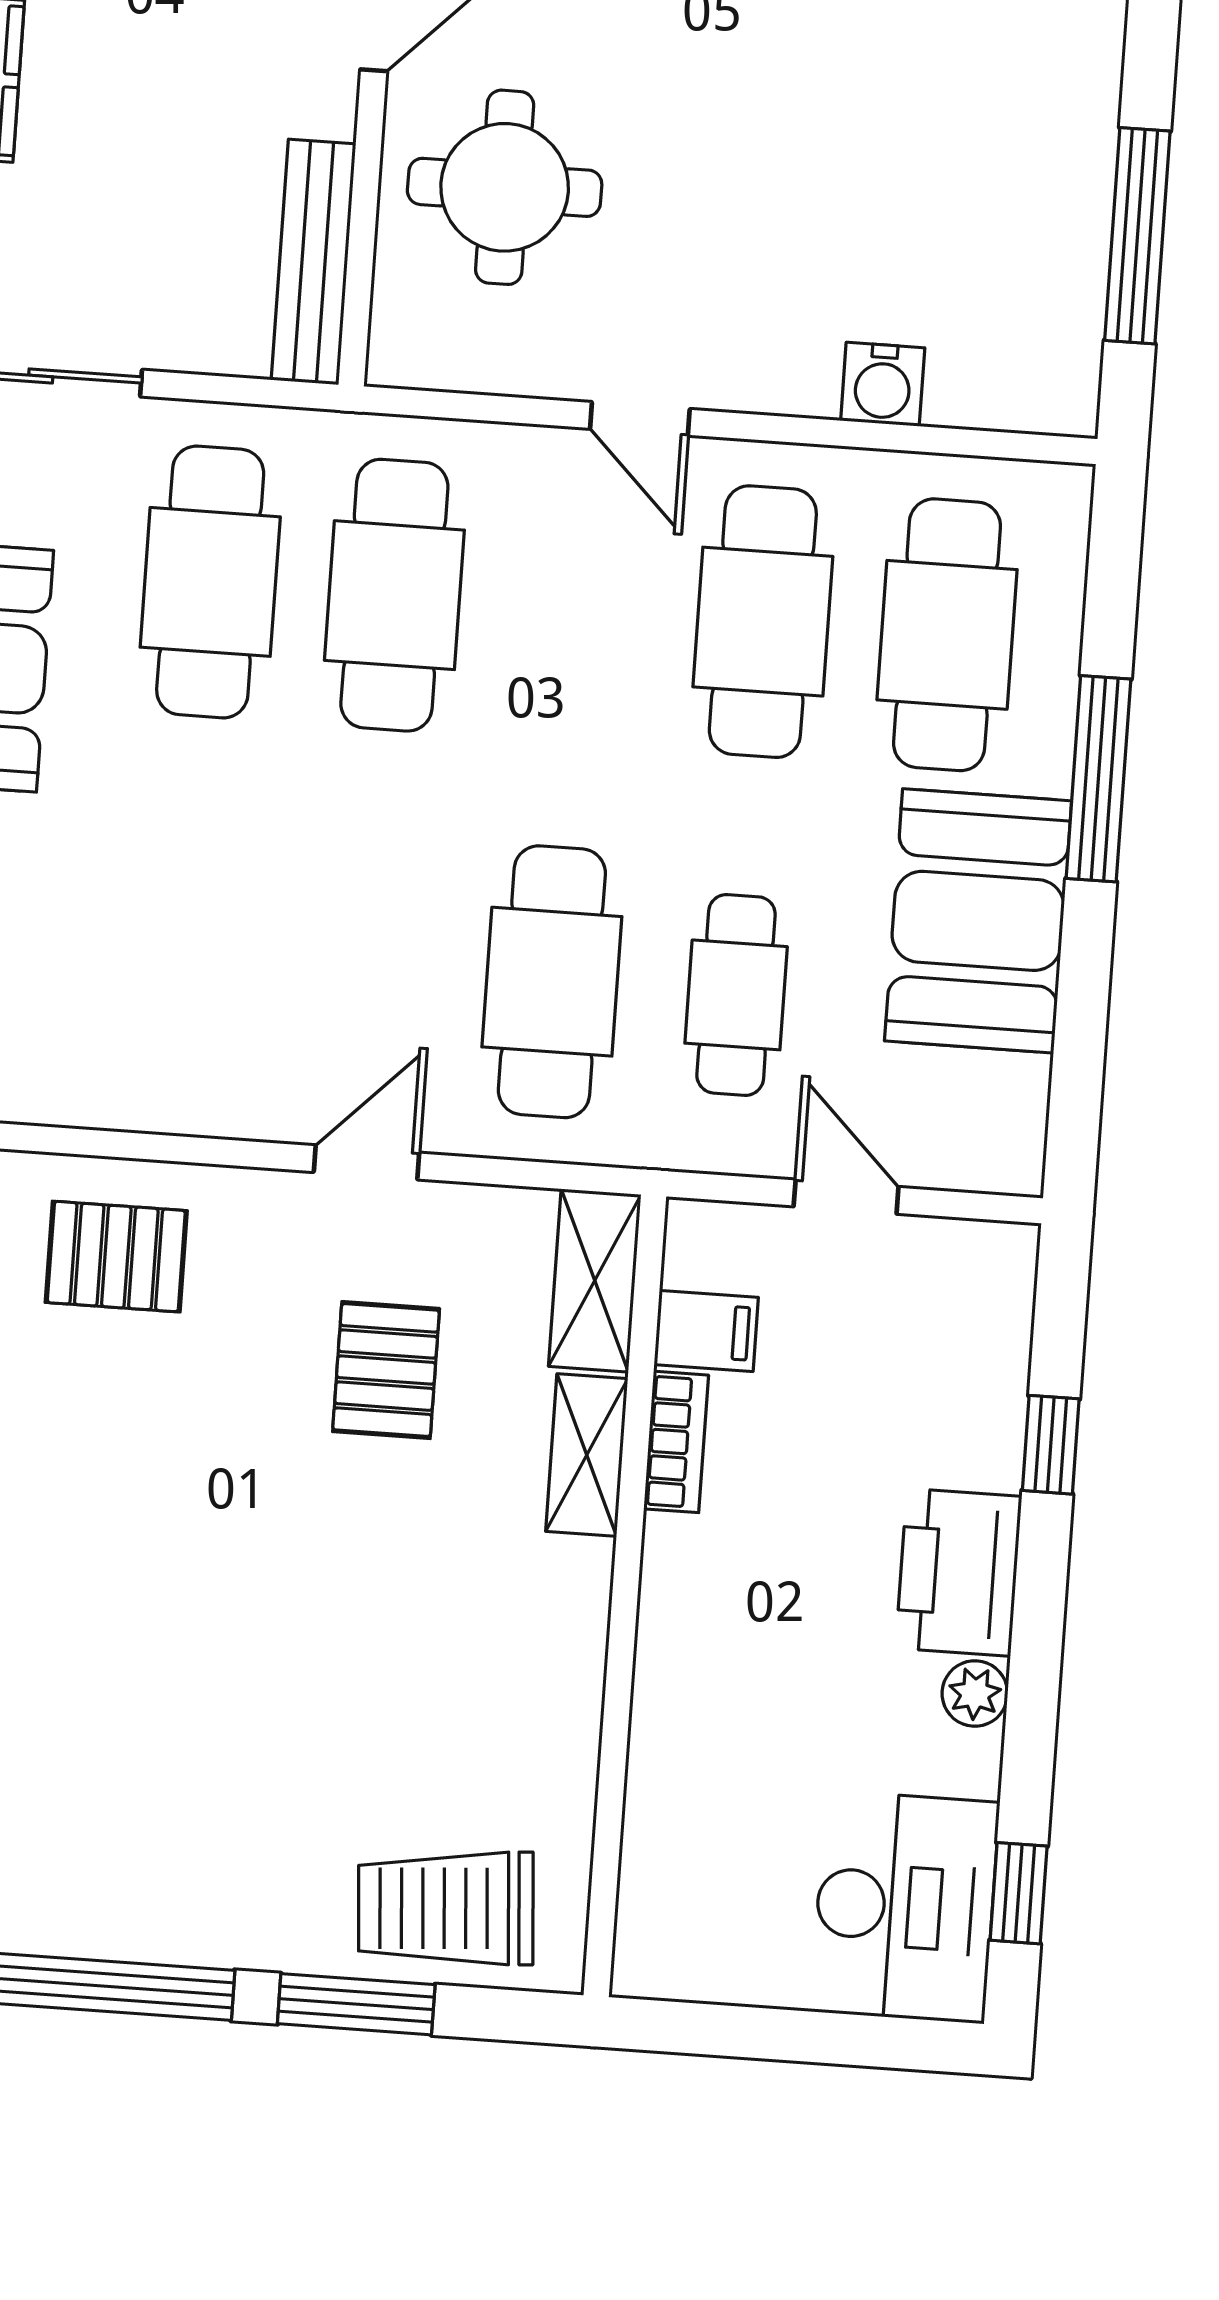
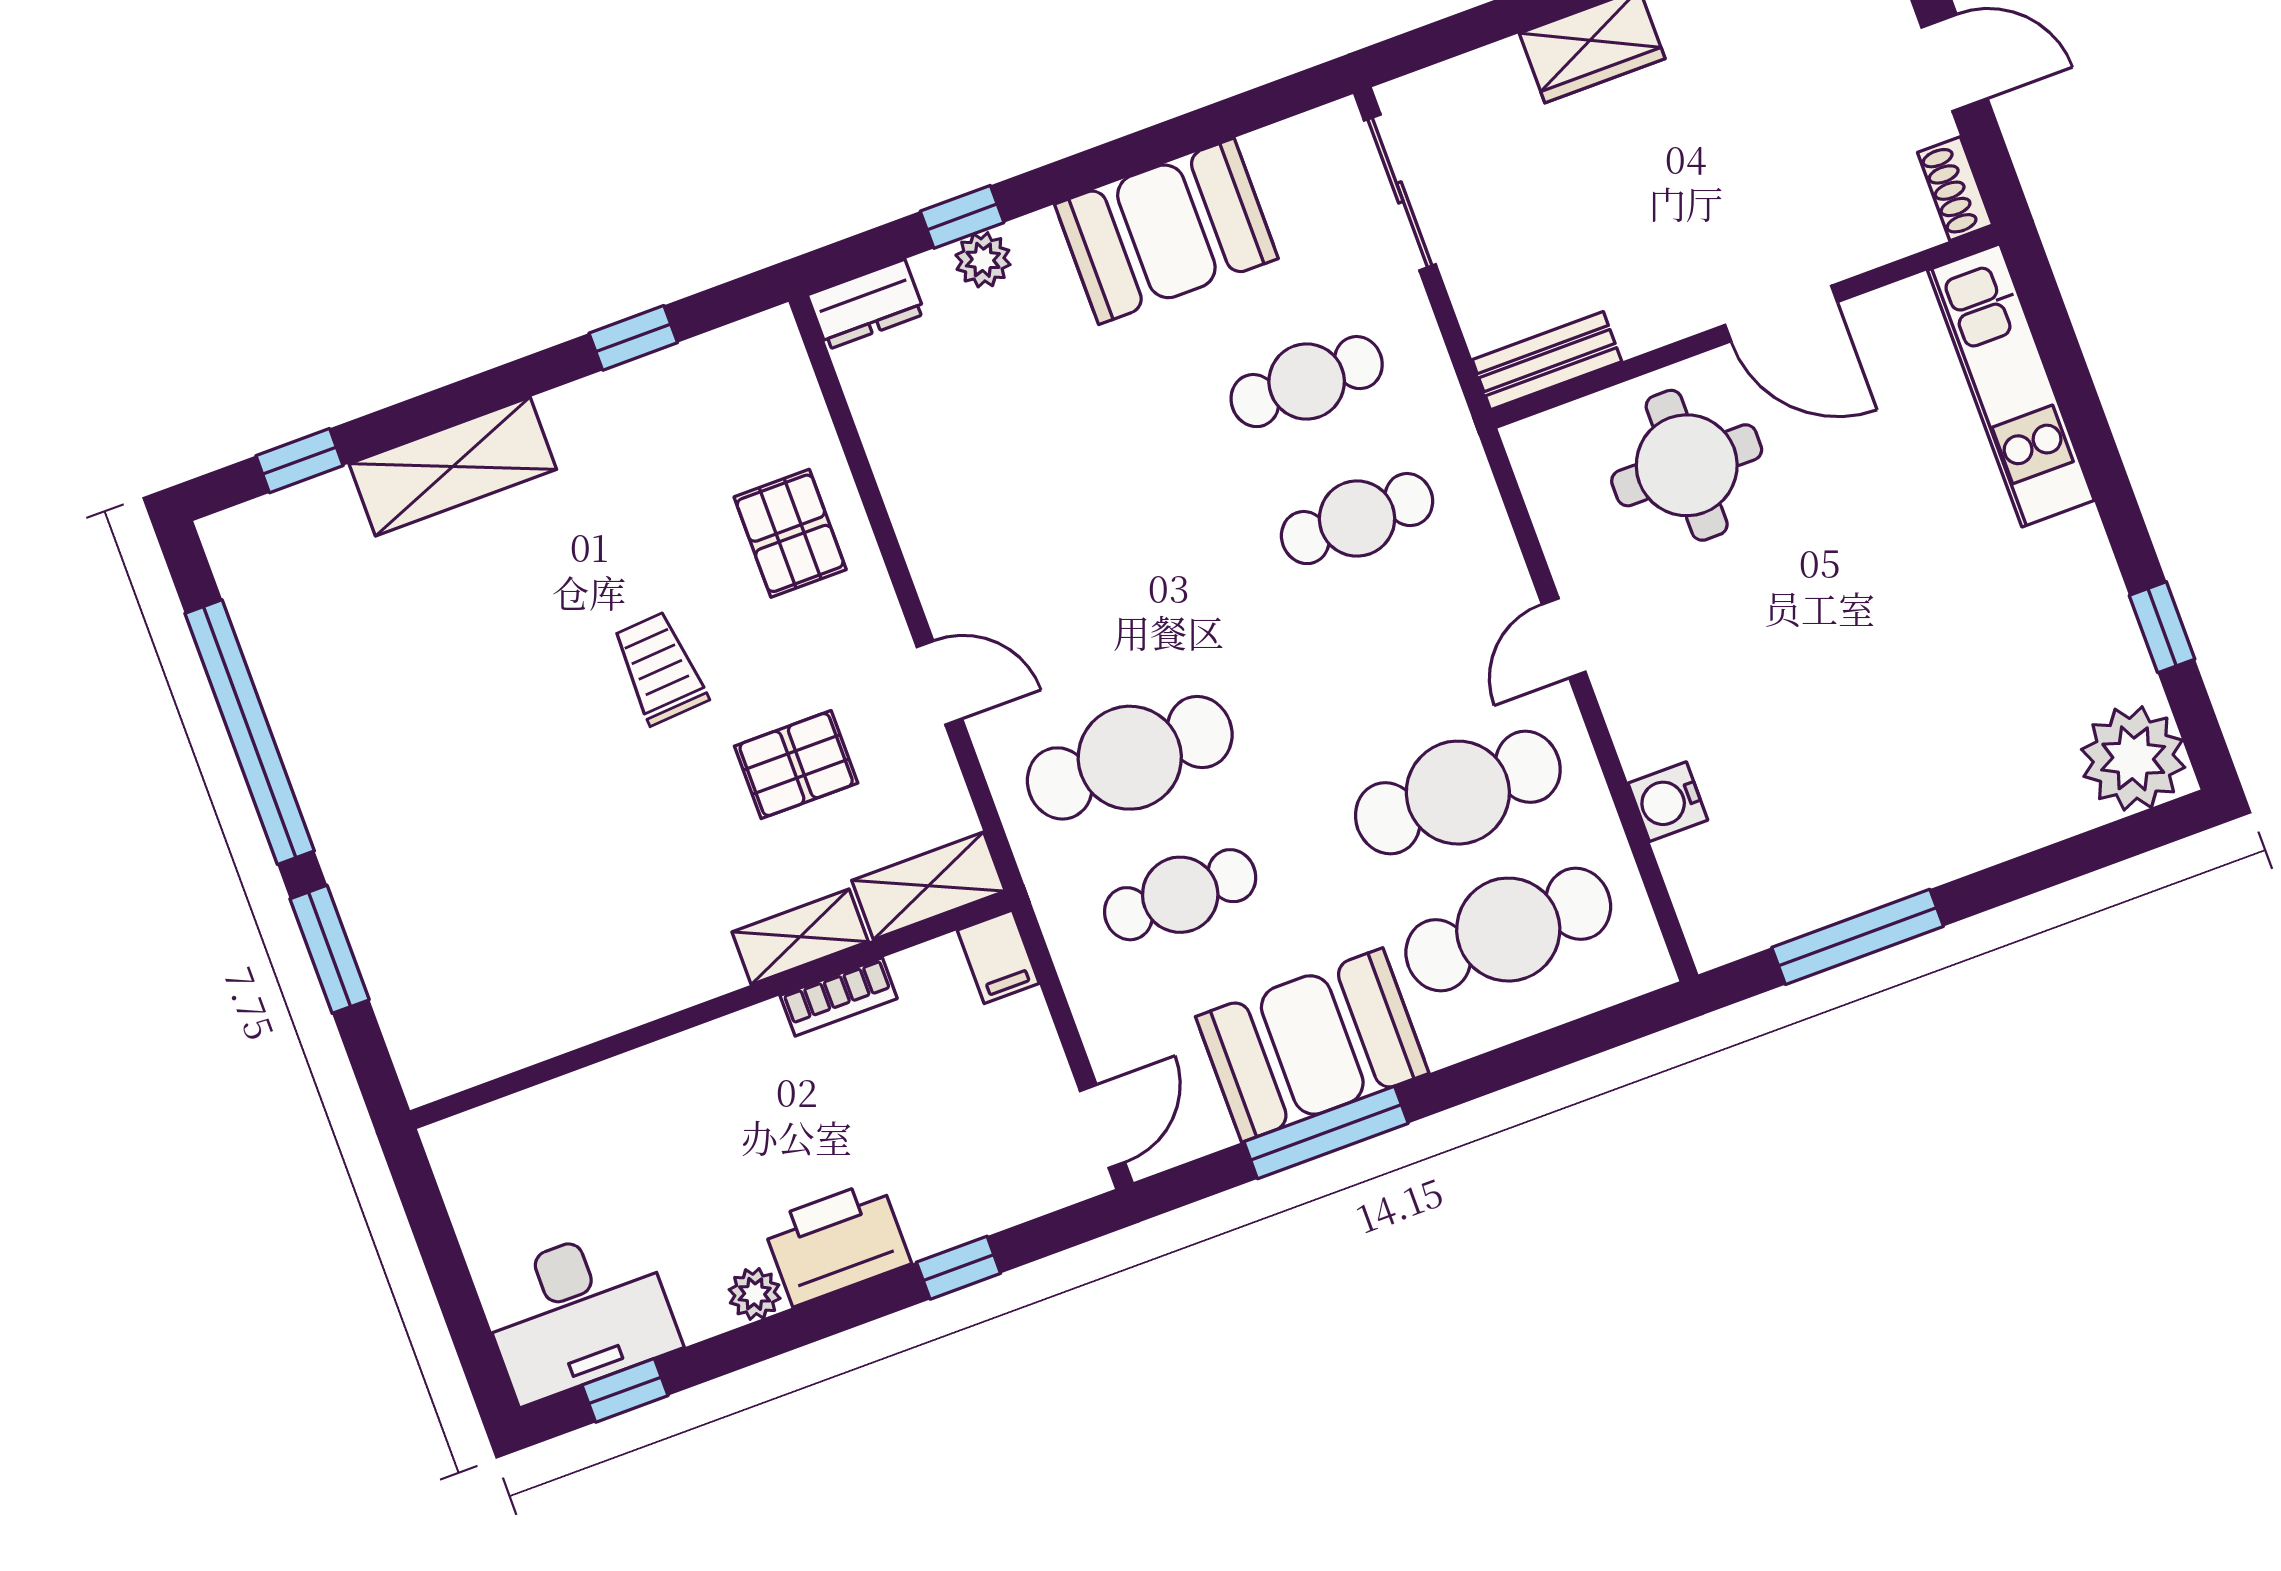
bench: (313, 262) -> (1547, 361), width x0.73
cafe table: (210, 582) -> (1307, 382), width x0.73, depth x0.74
cafe table: (394, 595) -> (1357, 519), width x0.73, depth x0.74
window: (1098, 779) -> (1326, 1132), moved
door: (846, 1197) -> (1103, 1126), moved
filing cabinet: (706, 1331) -> (998, 957), moved
trolley: (446, 1908) -> (660, 668), moved, width x0.73, depth x0.72

